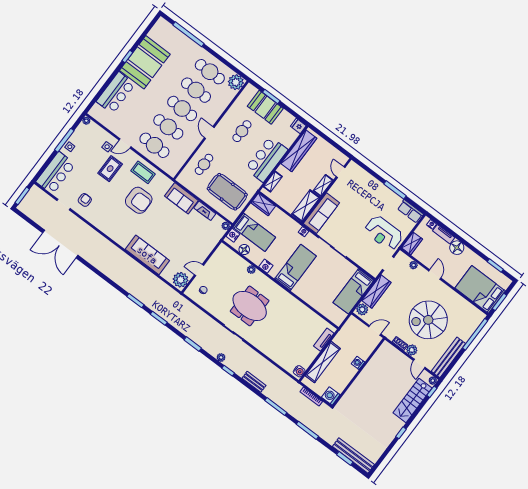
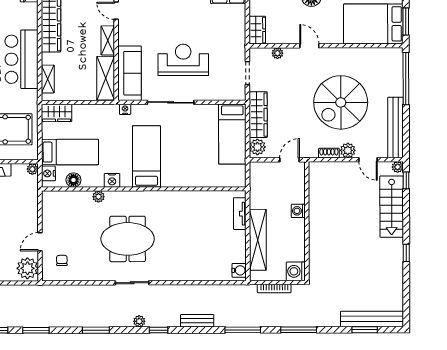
reception desk: (384, 233) -> (183, 60), moved, turned 180

